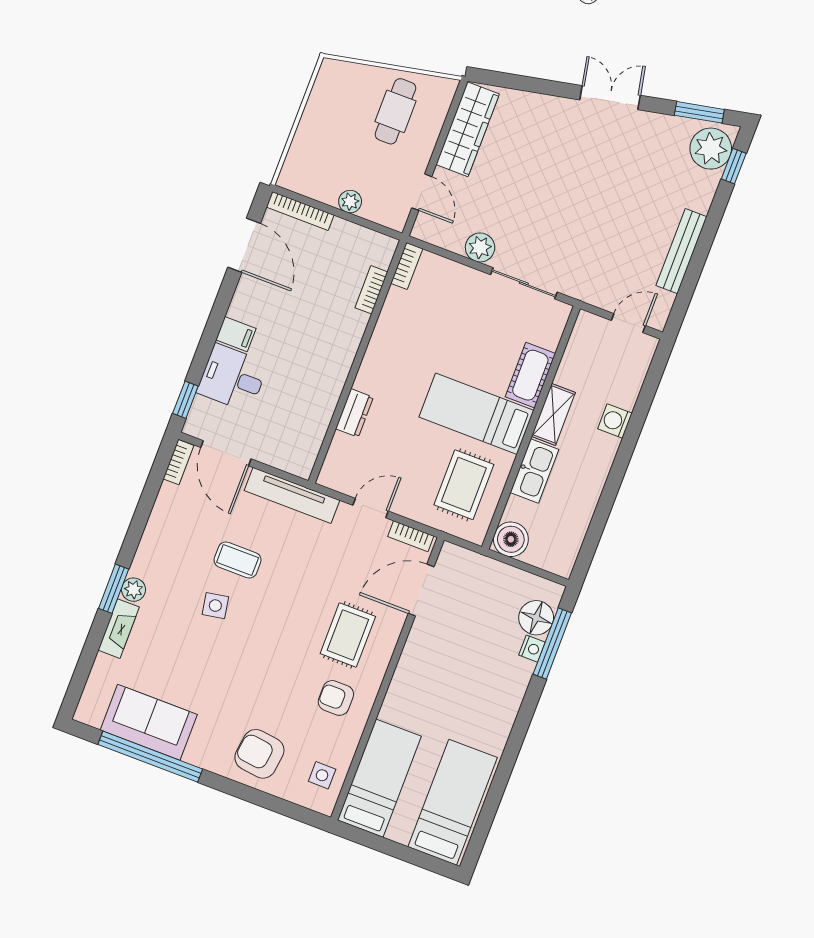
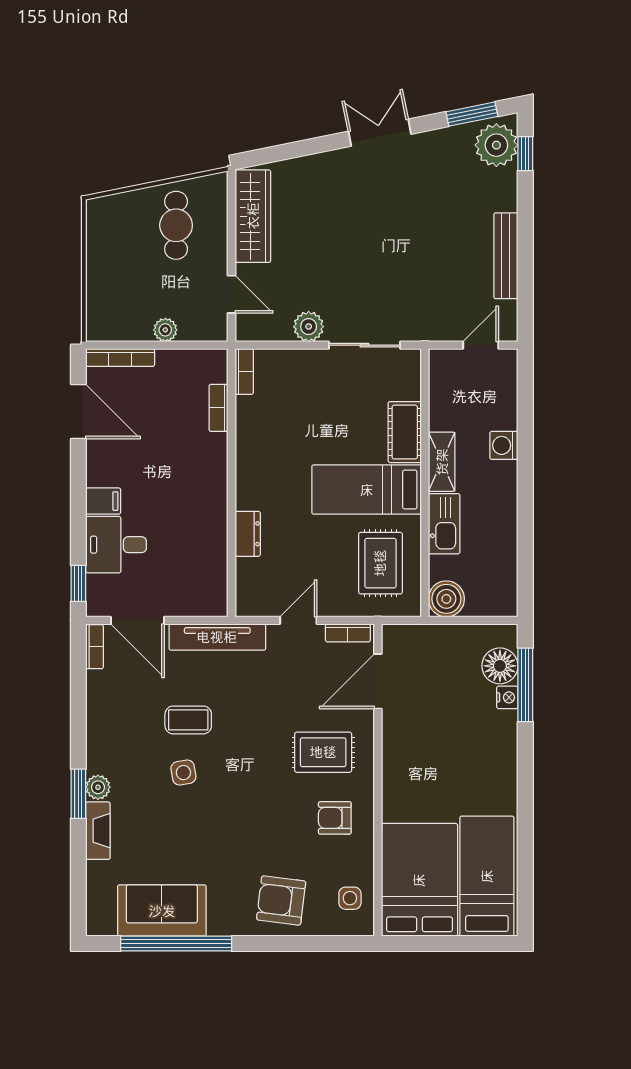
rug: (348, 635) -> (323, 752), turned 90
bed: (379, 778) -> (419, 880), width x1.50

